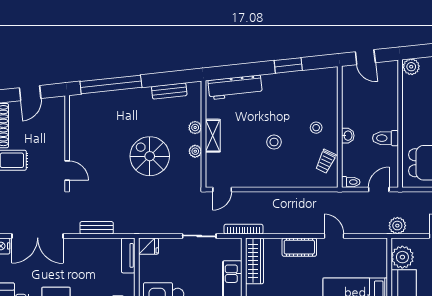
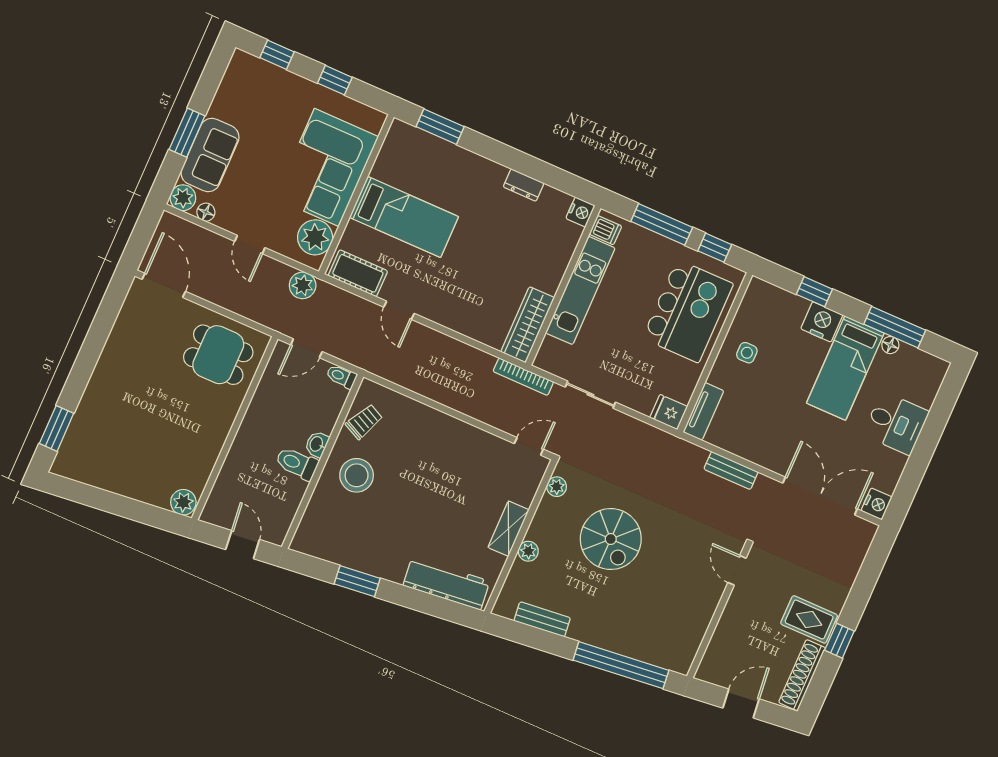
stool: (316, 128) -> (357, 475), width x1.89, depth x1.89
toilet: (385, 138) -> (297, 463), moved, turned 180
stool: (274, 142) -> (425, 481), removed
plant: (195, 151) -> (557, 487), moved
cot: (299, 247) -> (358, 273), moved

